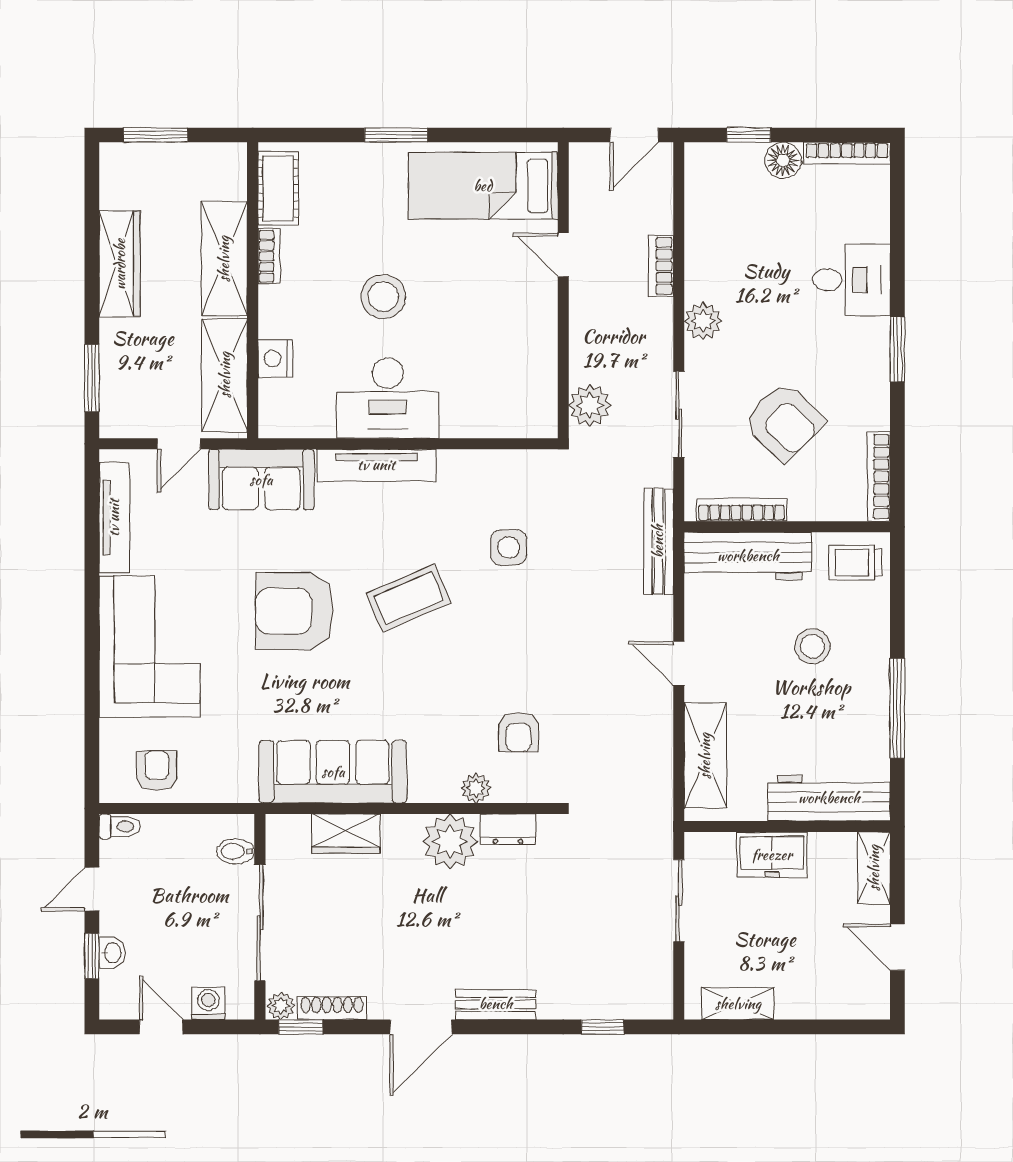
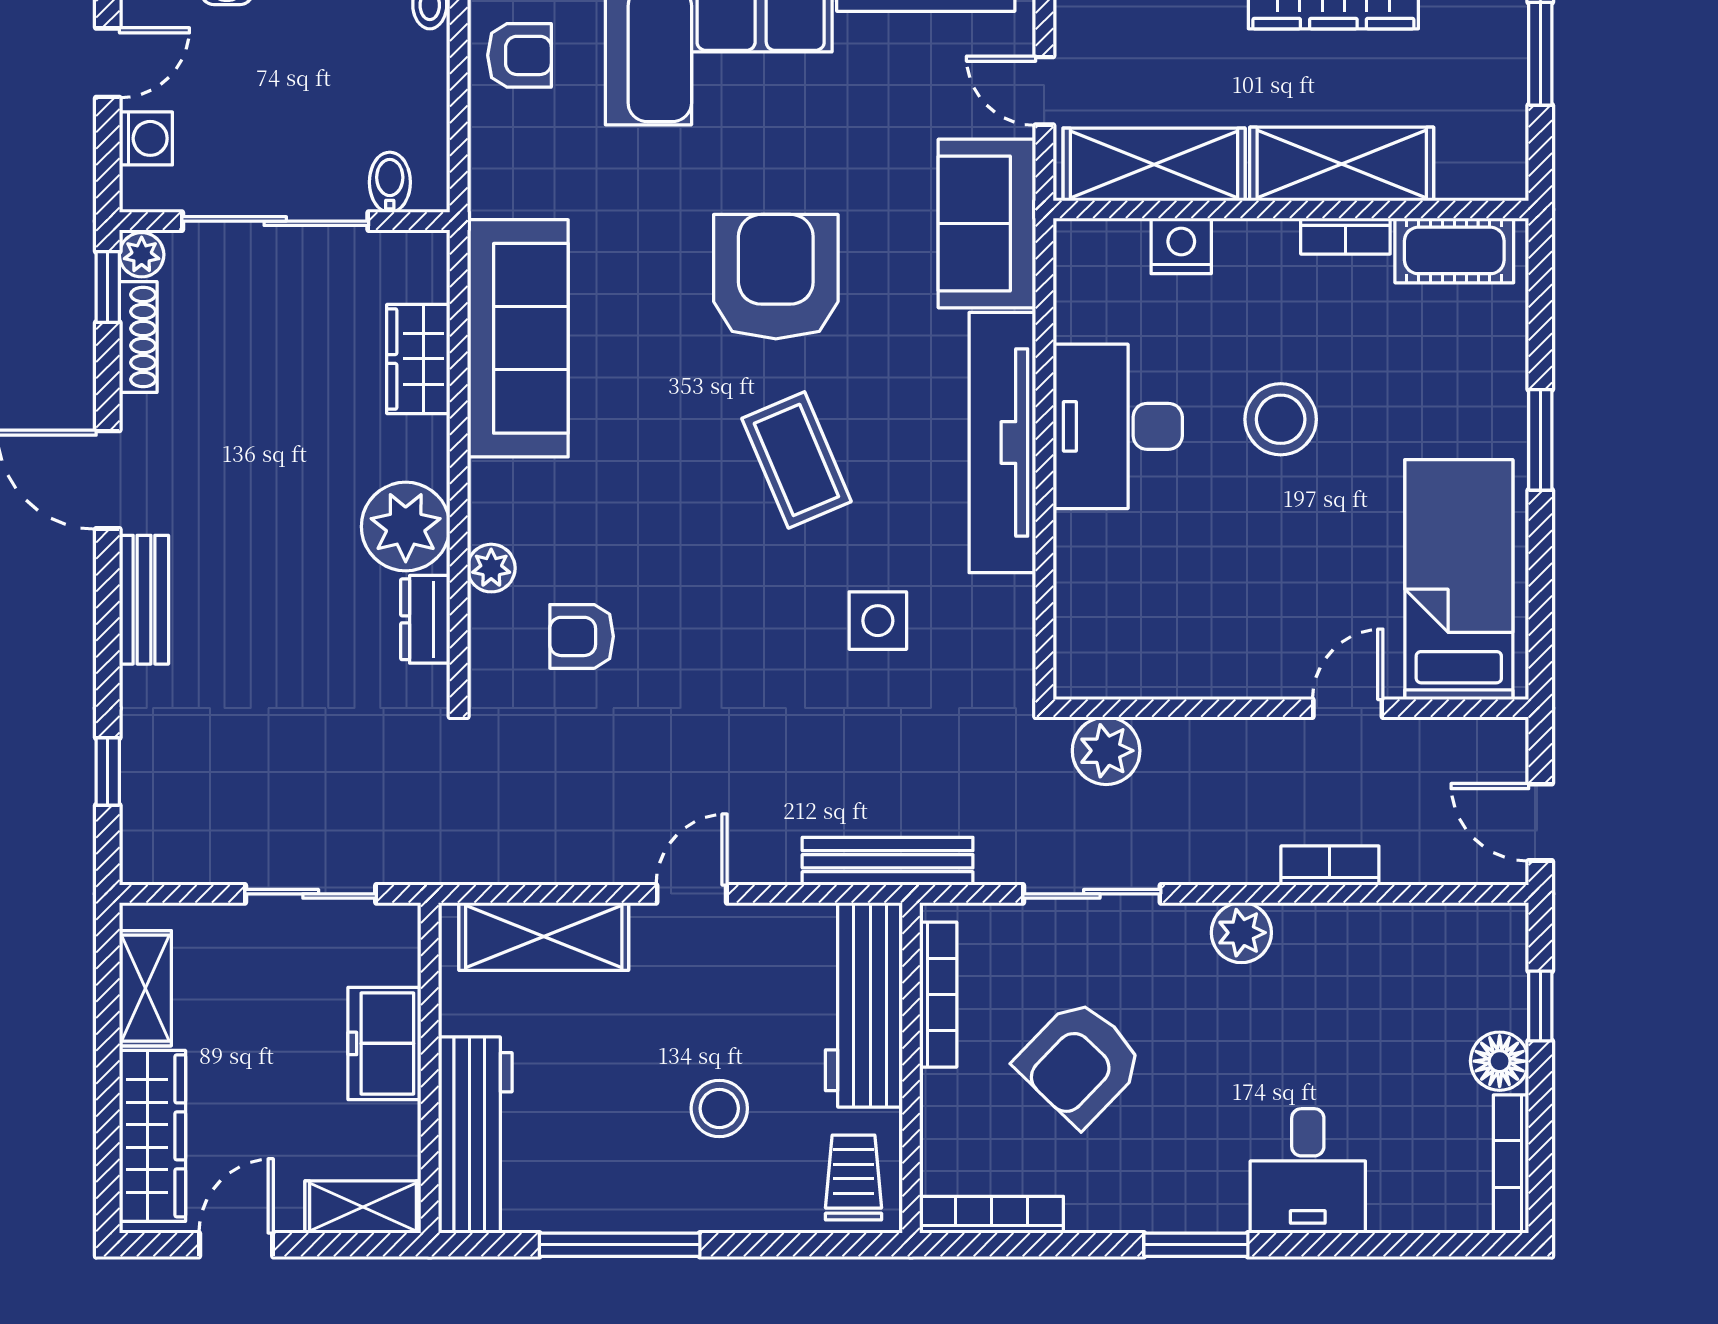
tv unit: (376, 465) -> (1002, 443), width x1.36, depth x1.29
wardrobe: (830, 999) -> (152, 1136), added

